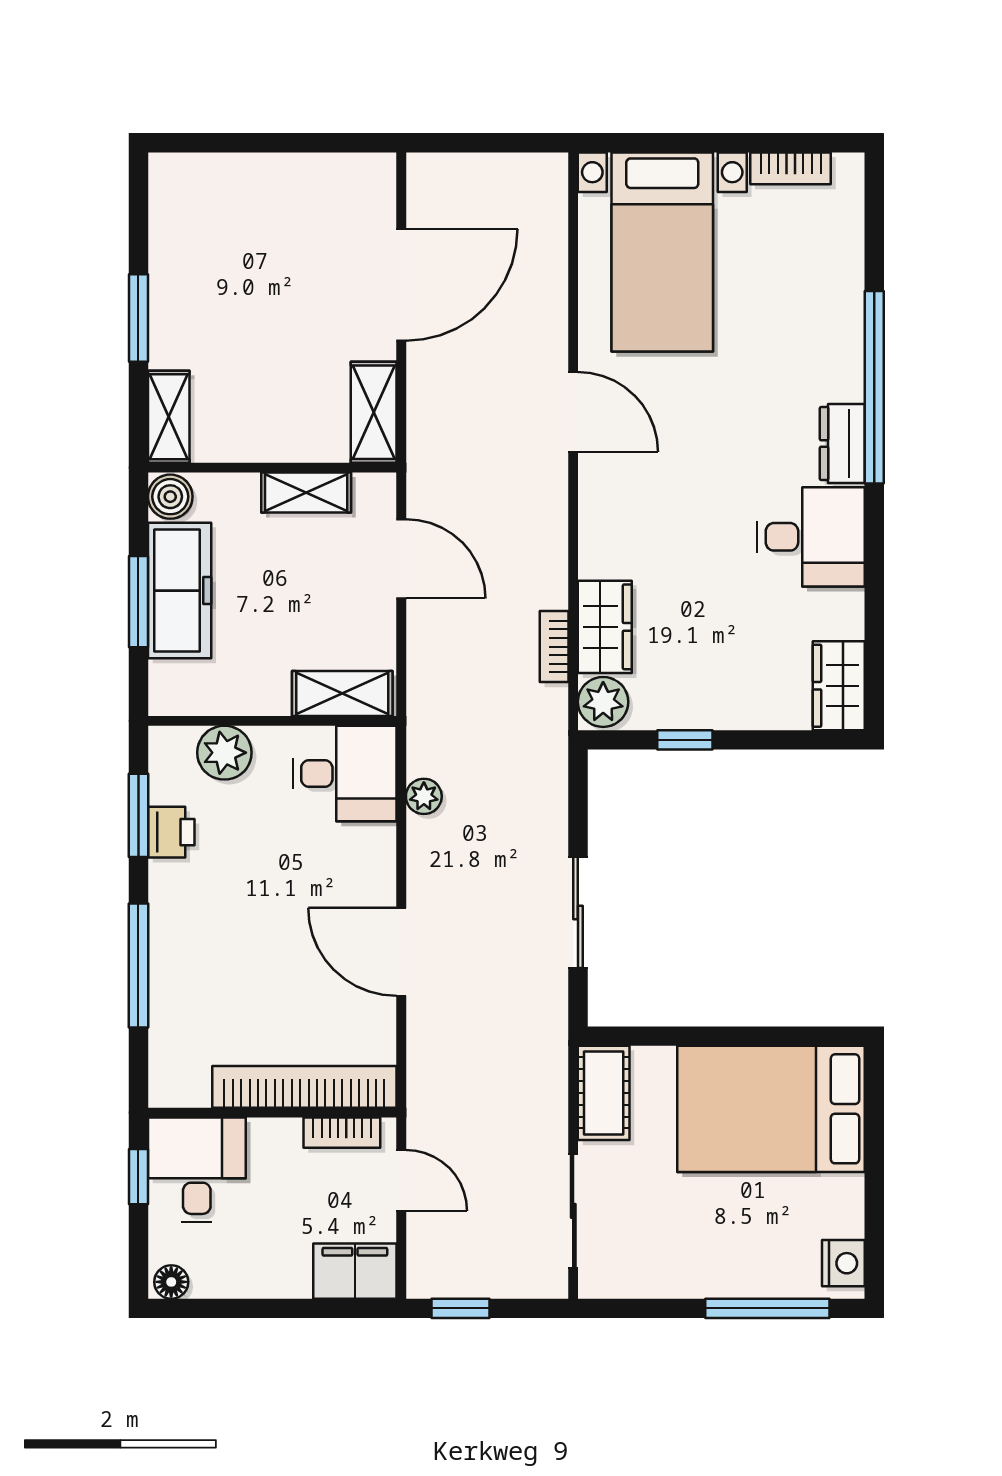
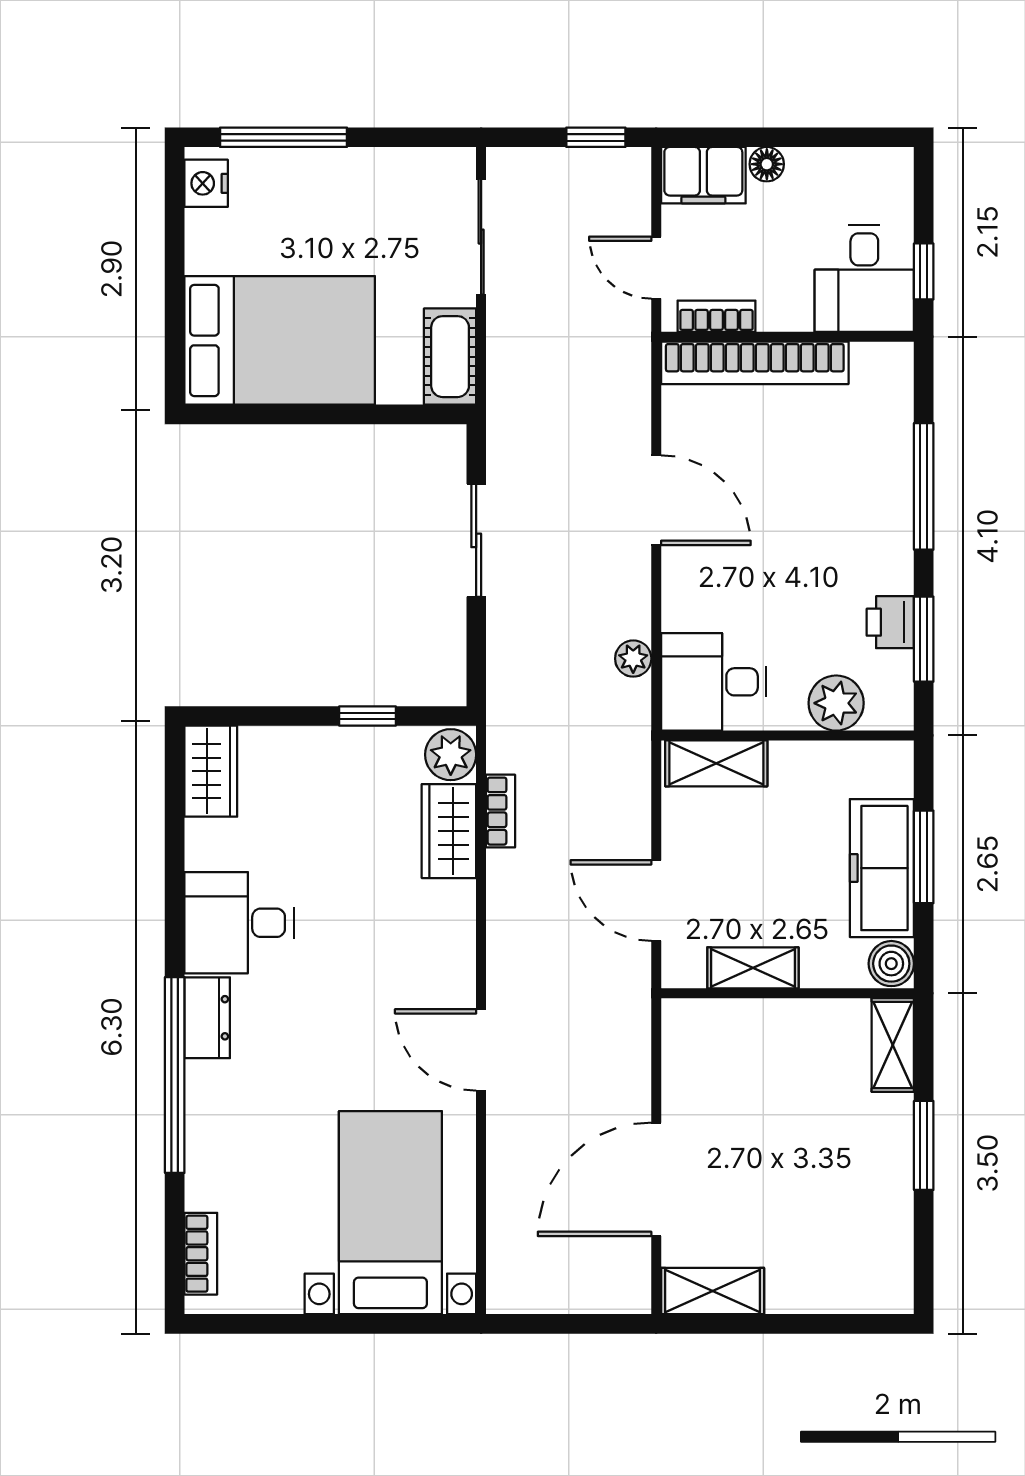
bookcase: (791, 168) -> (201, 1254), moved, turned 90
shelving: (374, 412) -> (713, 1291), moved, turned 90
floor lamp: (171, 1282) -> (767, 164), moved

